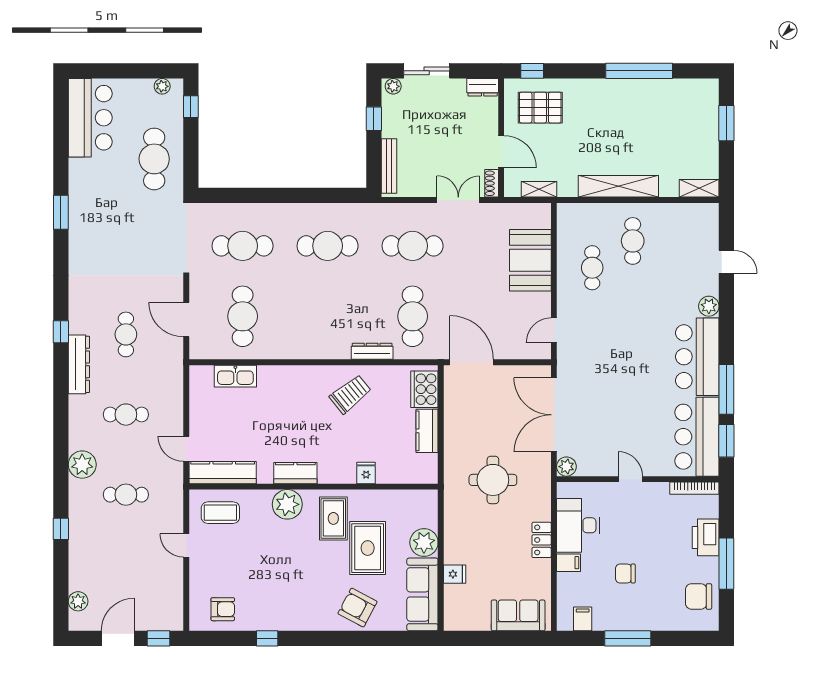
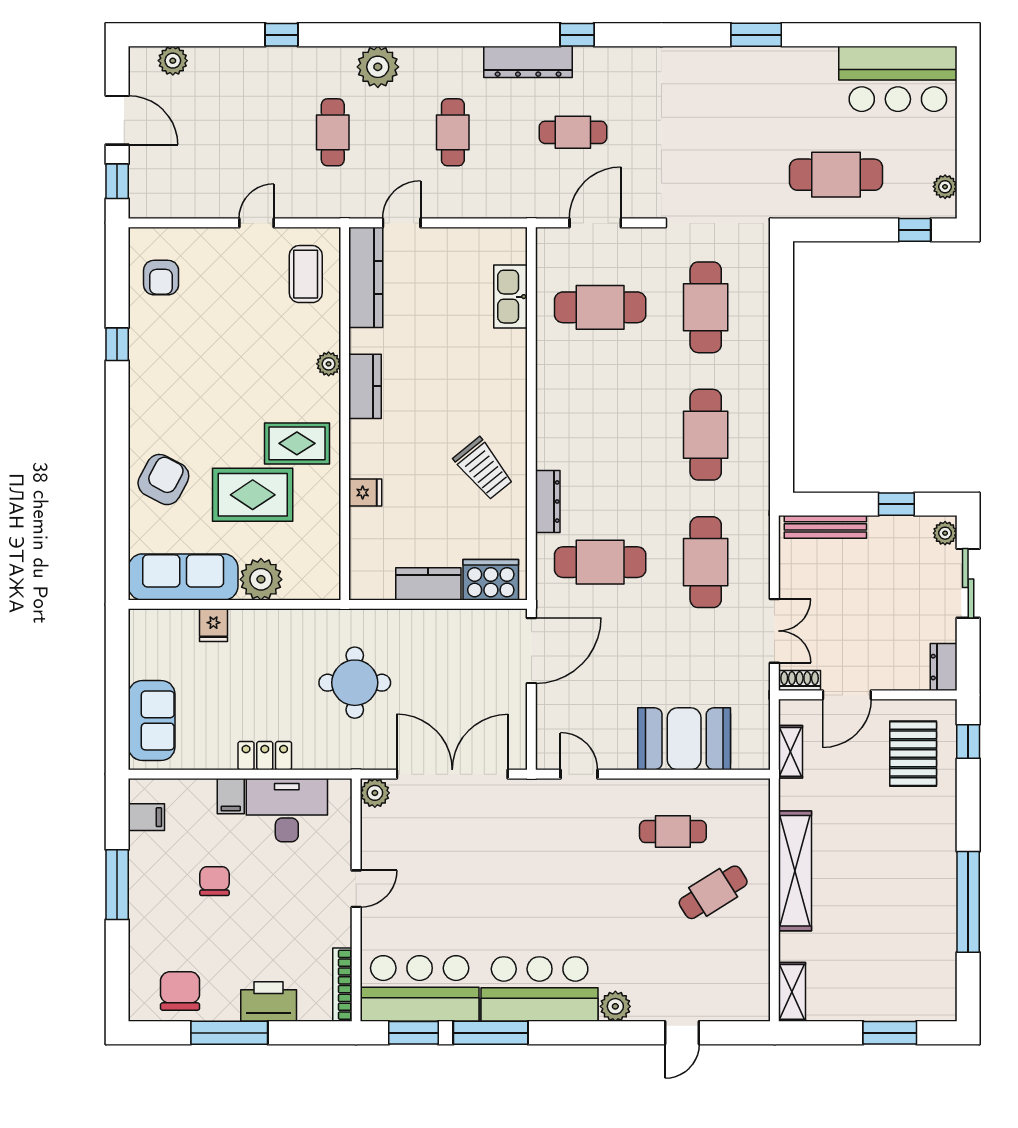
cafe table: (633, 241) -> (713, 892), turned -32
plant: (287, 504) -> (329, 364), width x0.53, depth x0.53

